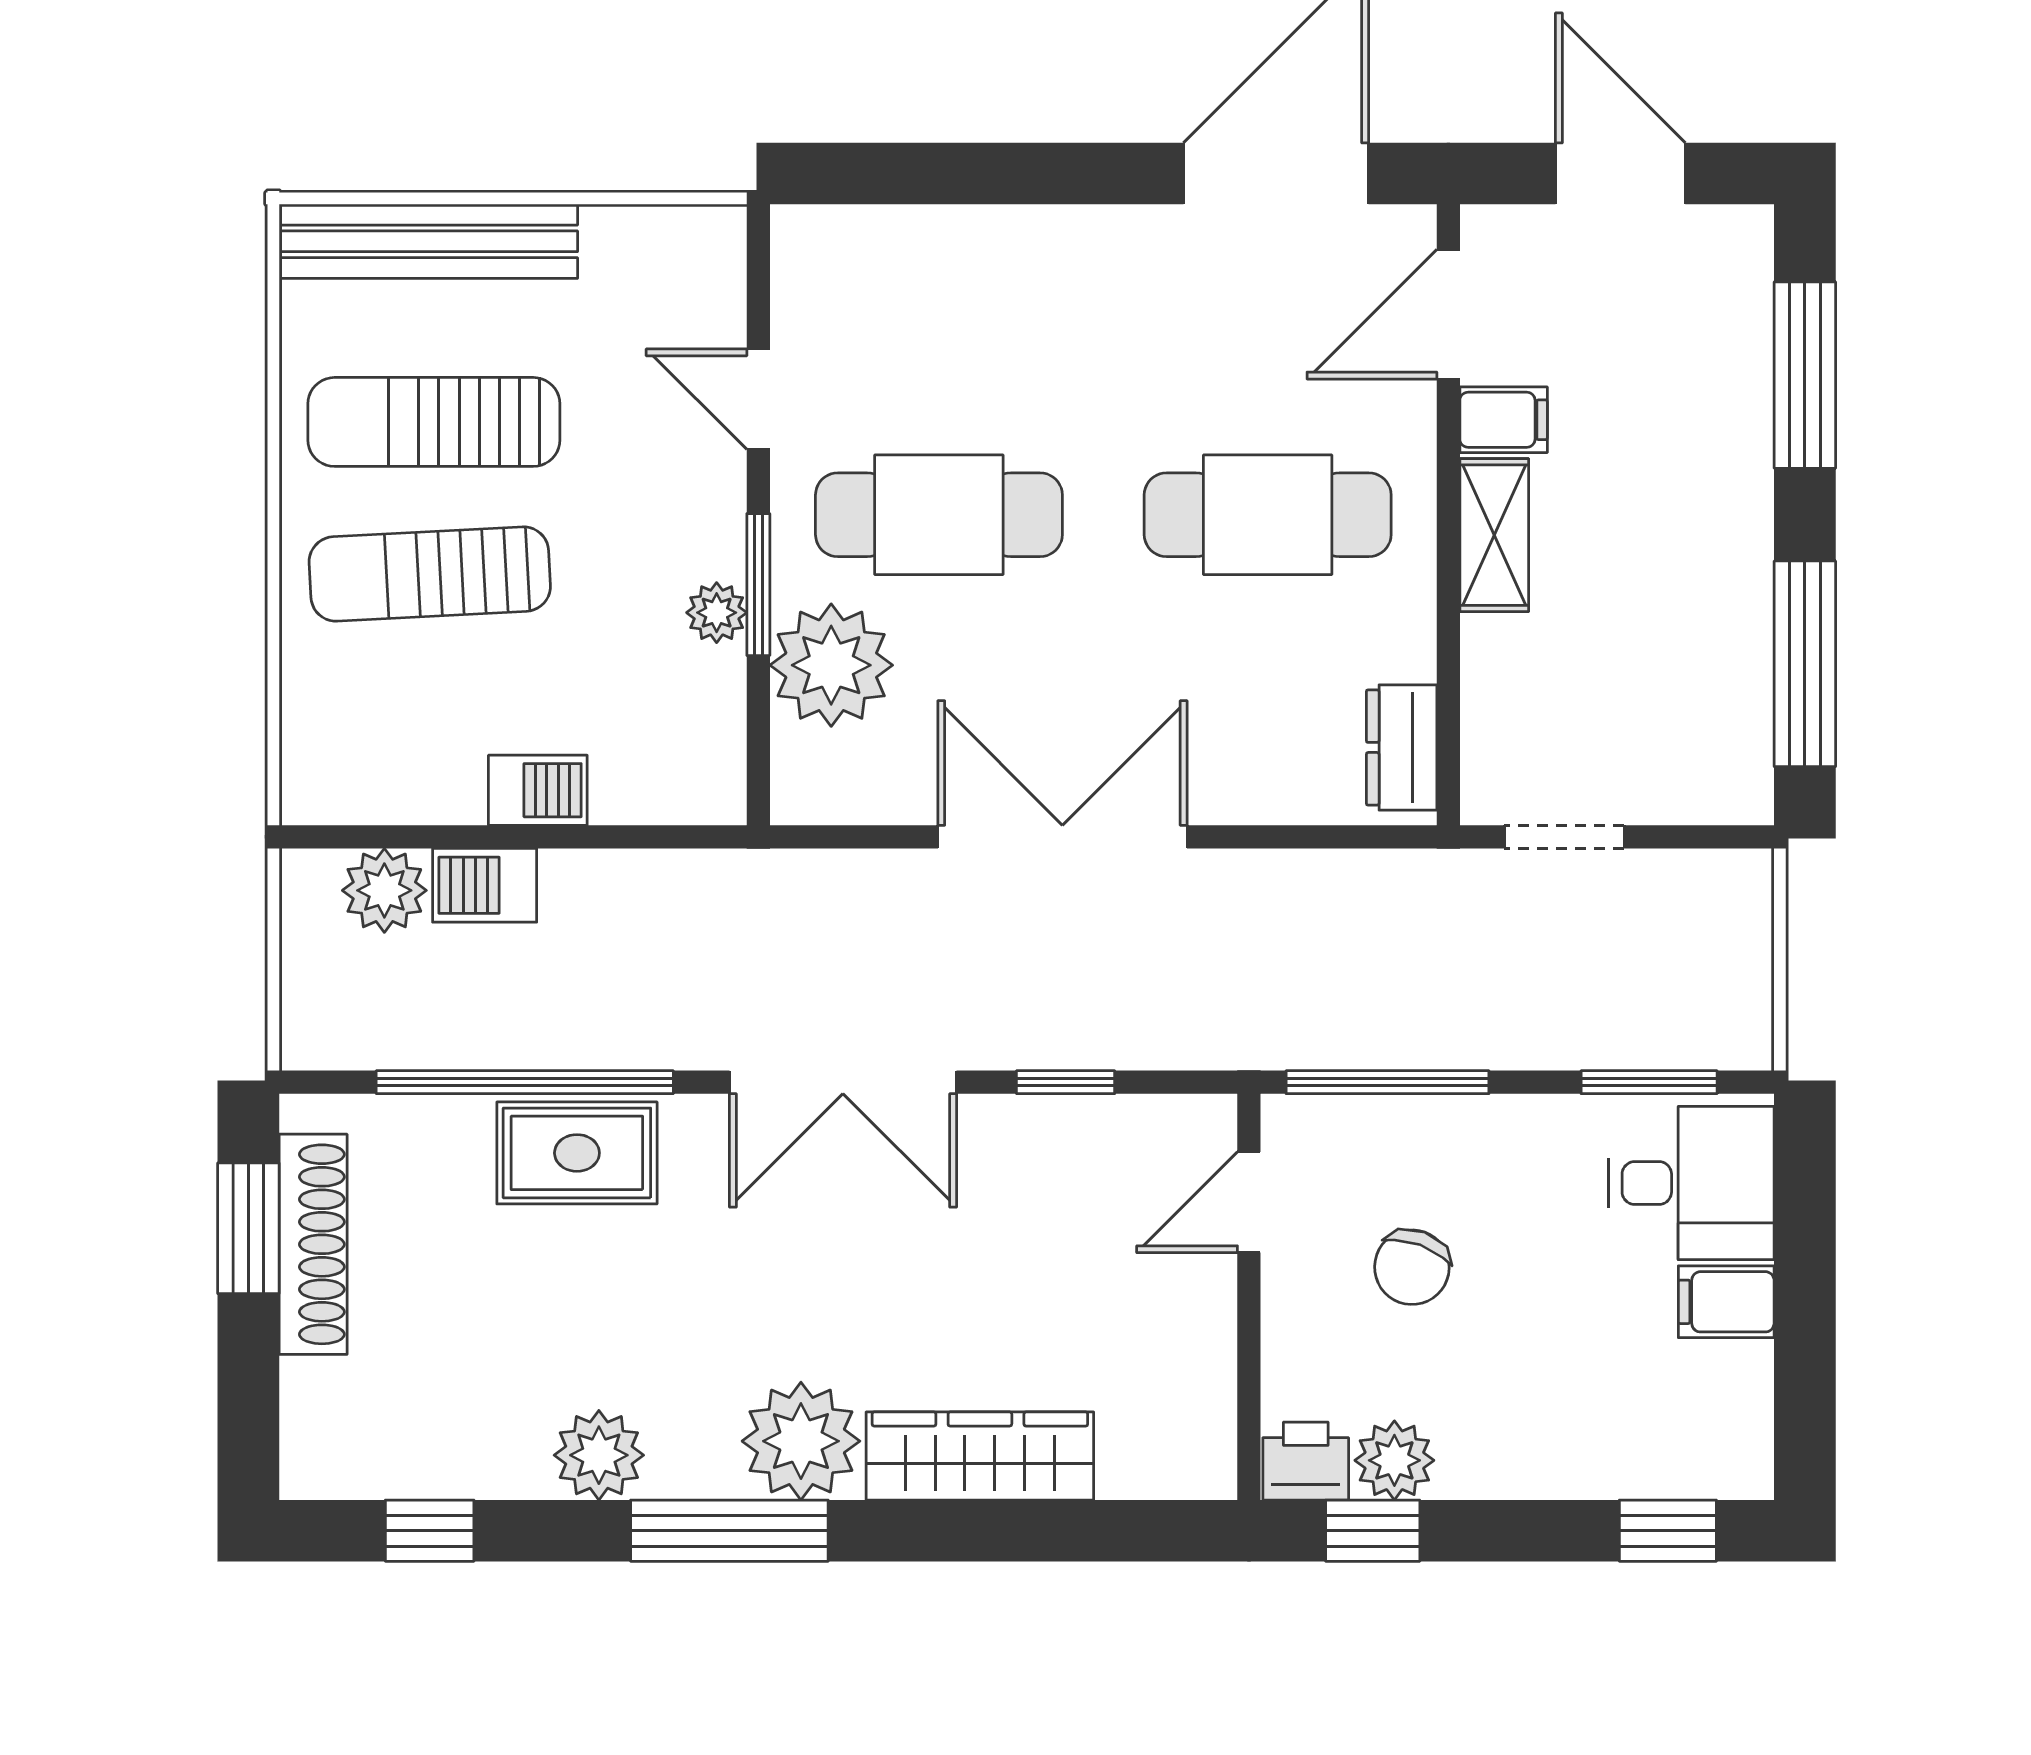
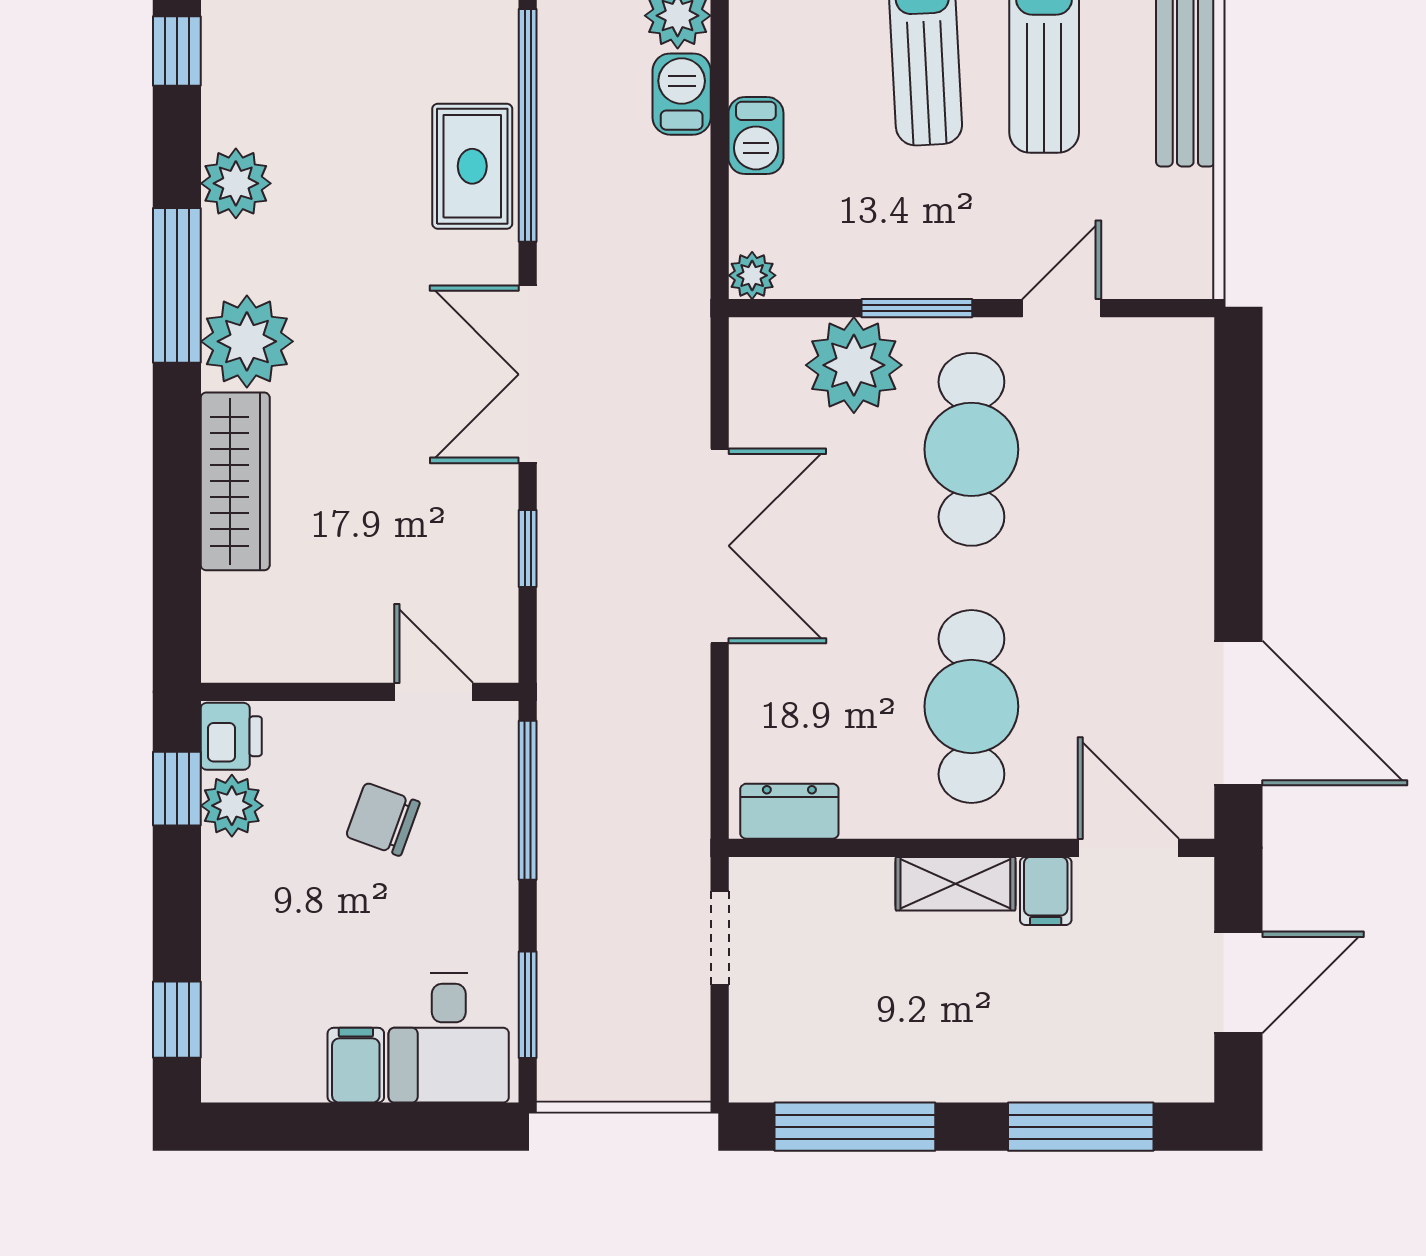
plant: (717, 613) -> (752, 275), moved

